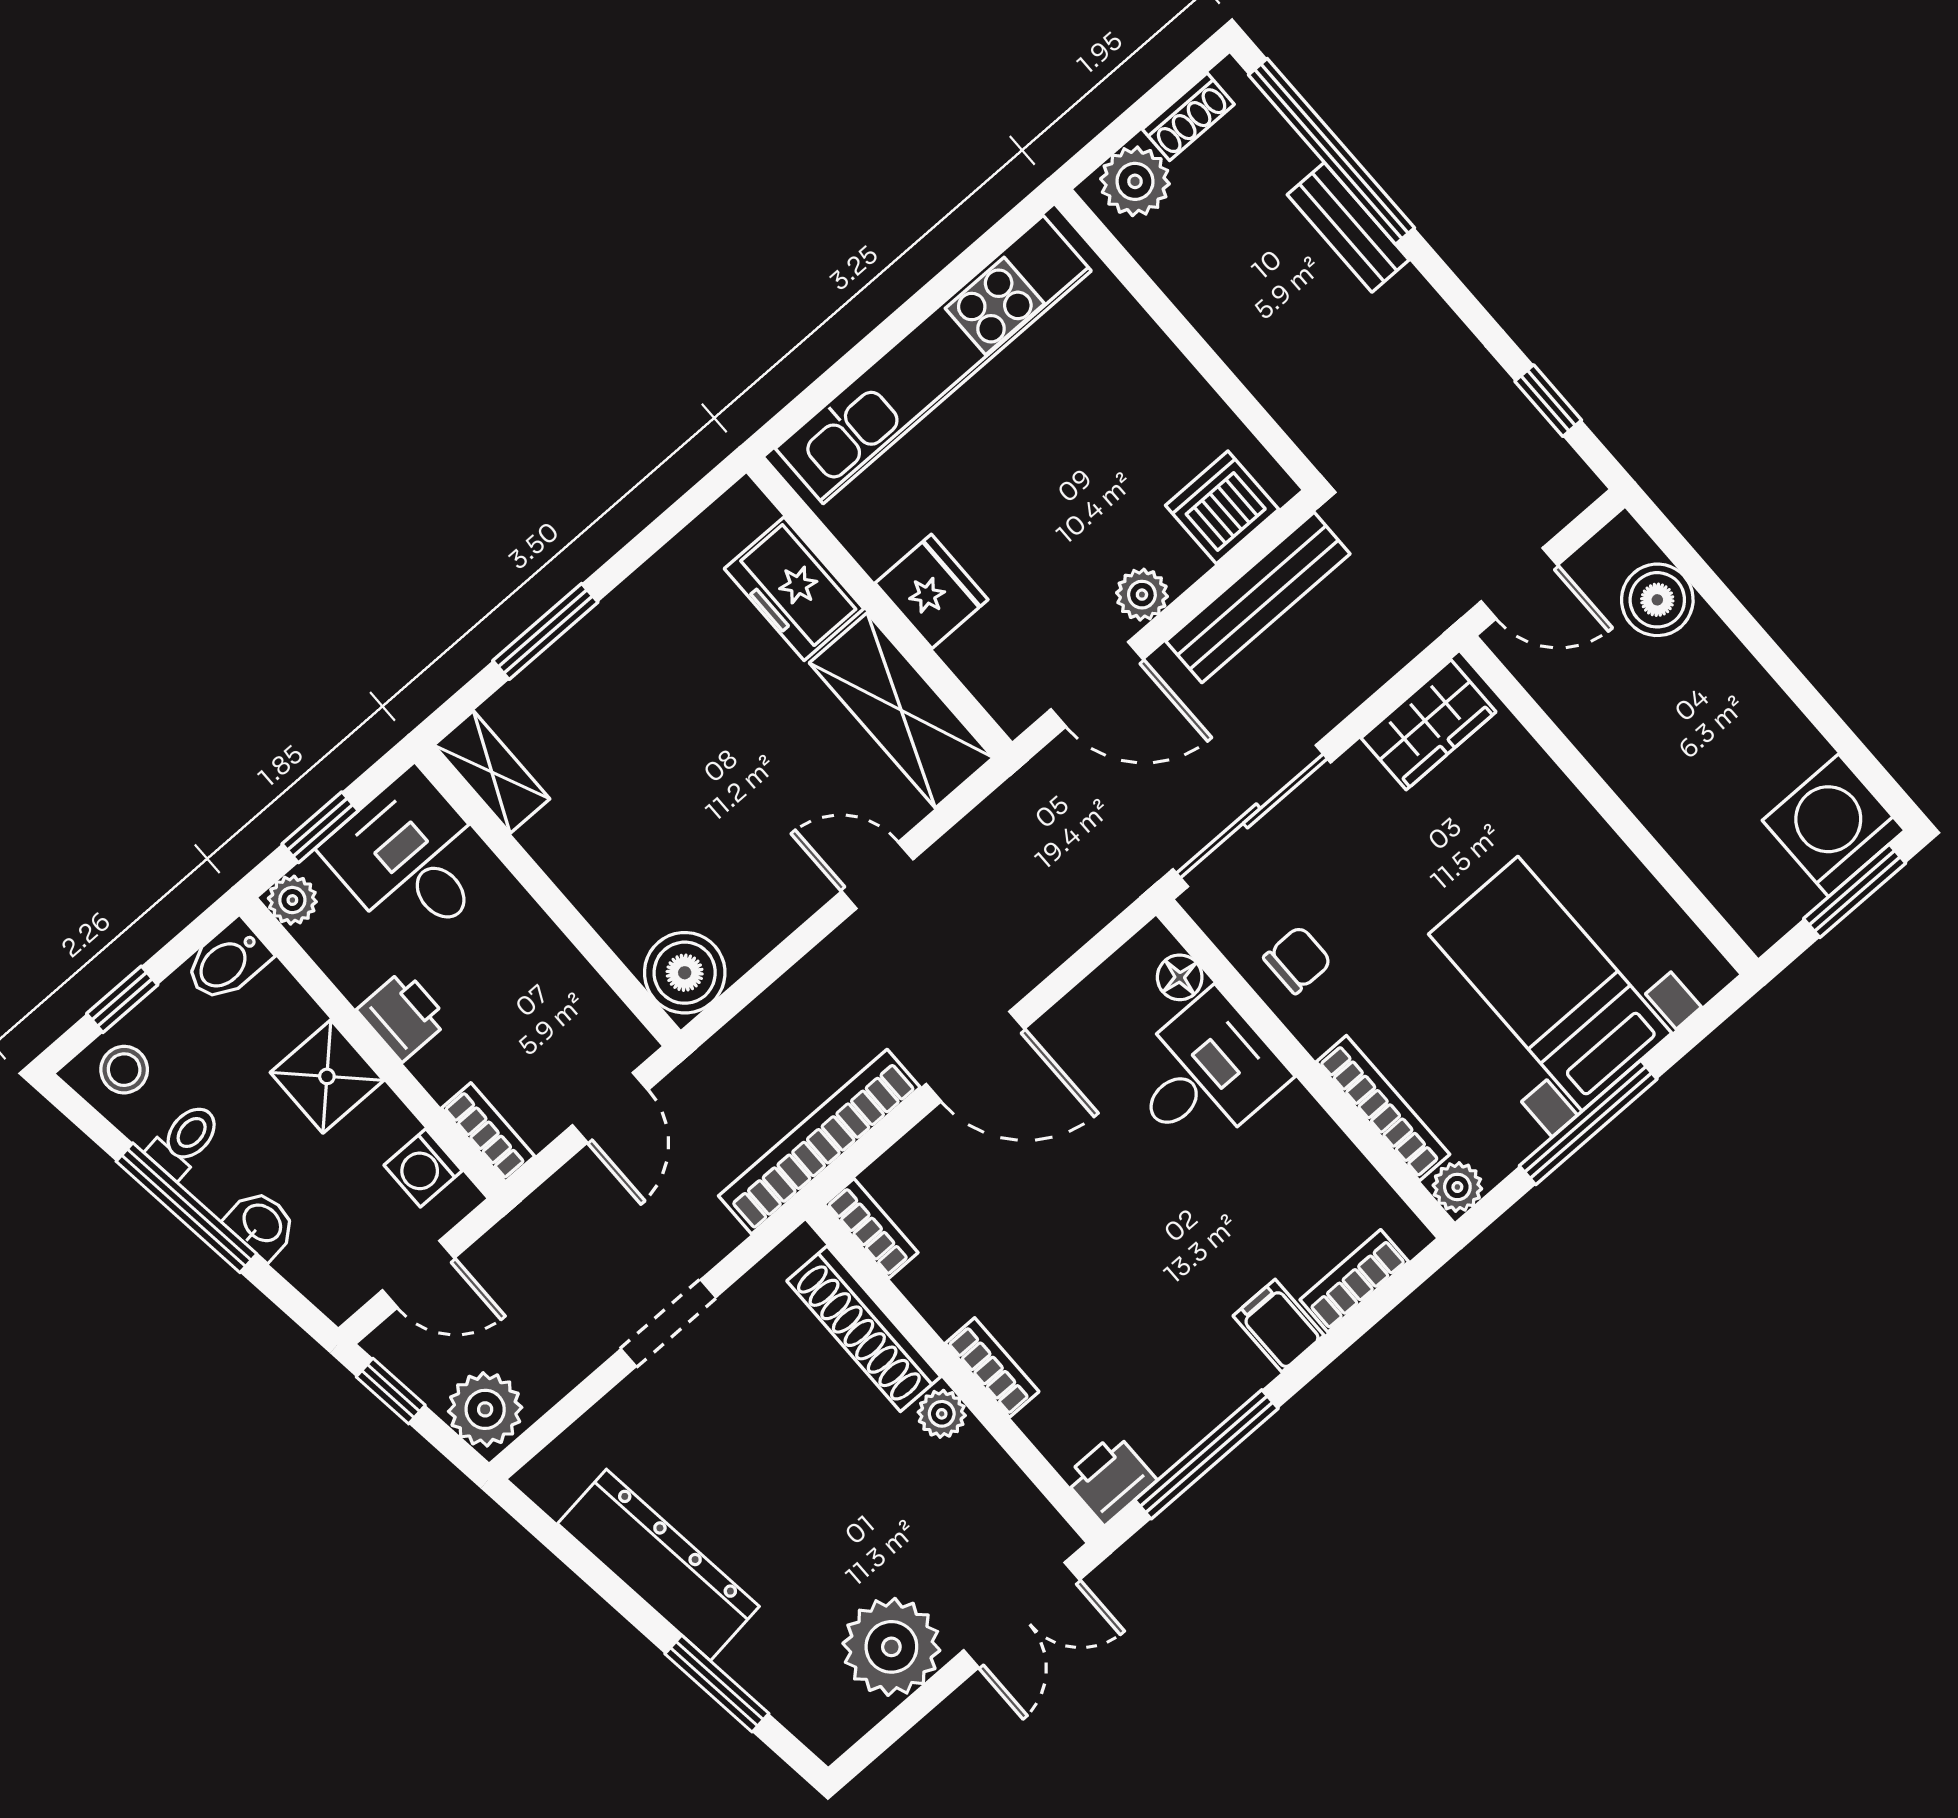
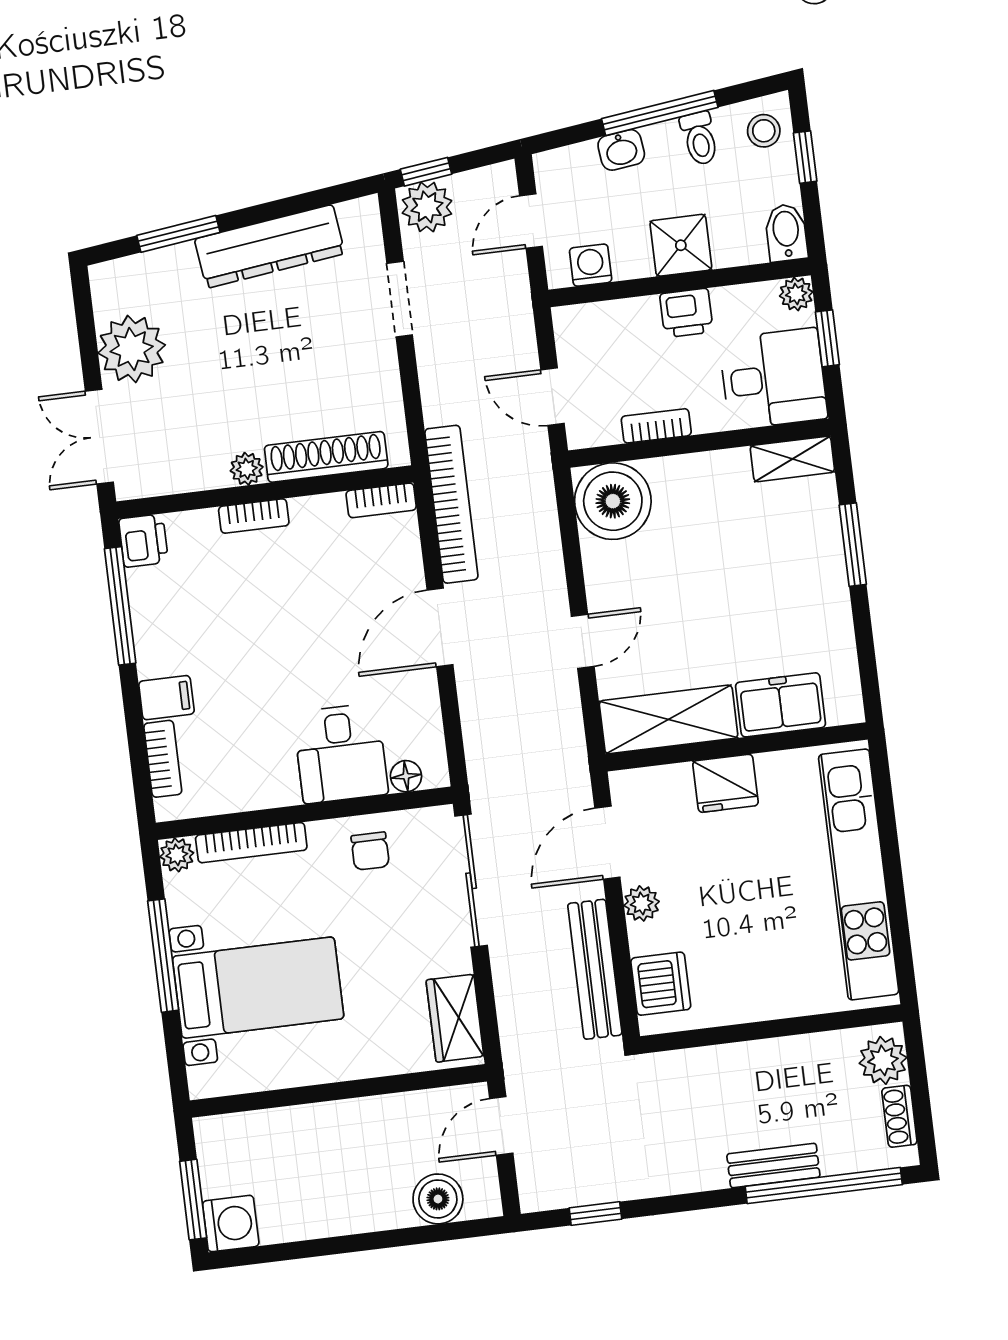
washing machine: (1834, 825) -> (231, 1224), width x0.73, depth x0.73
boiler: (685, 973) -> (613, 501), width x1.37, depth x1.37
bookcase: (488, 1132) -> (656, 426), moved, turned 180
doorway: (668, 1323) -> (400, 299), moved
window: (391, 1391) -> (426, 172), moved

